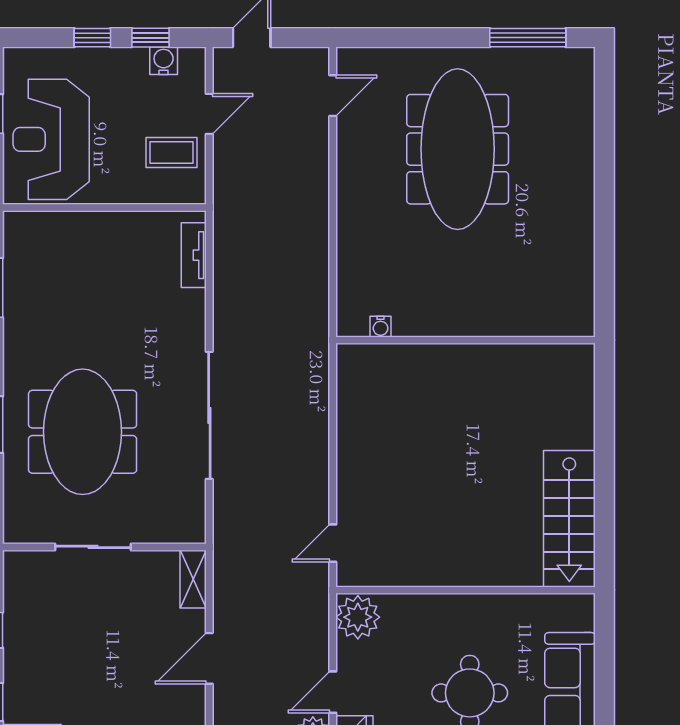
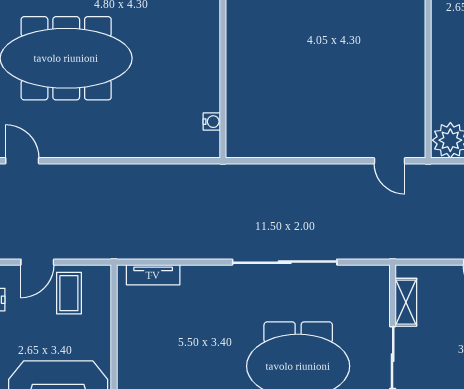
door: (209, 114) -> (37, 262), swing flipped
shelving: (193, 579) -> (406, 302), moved, turned 90

